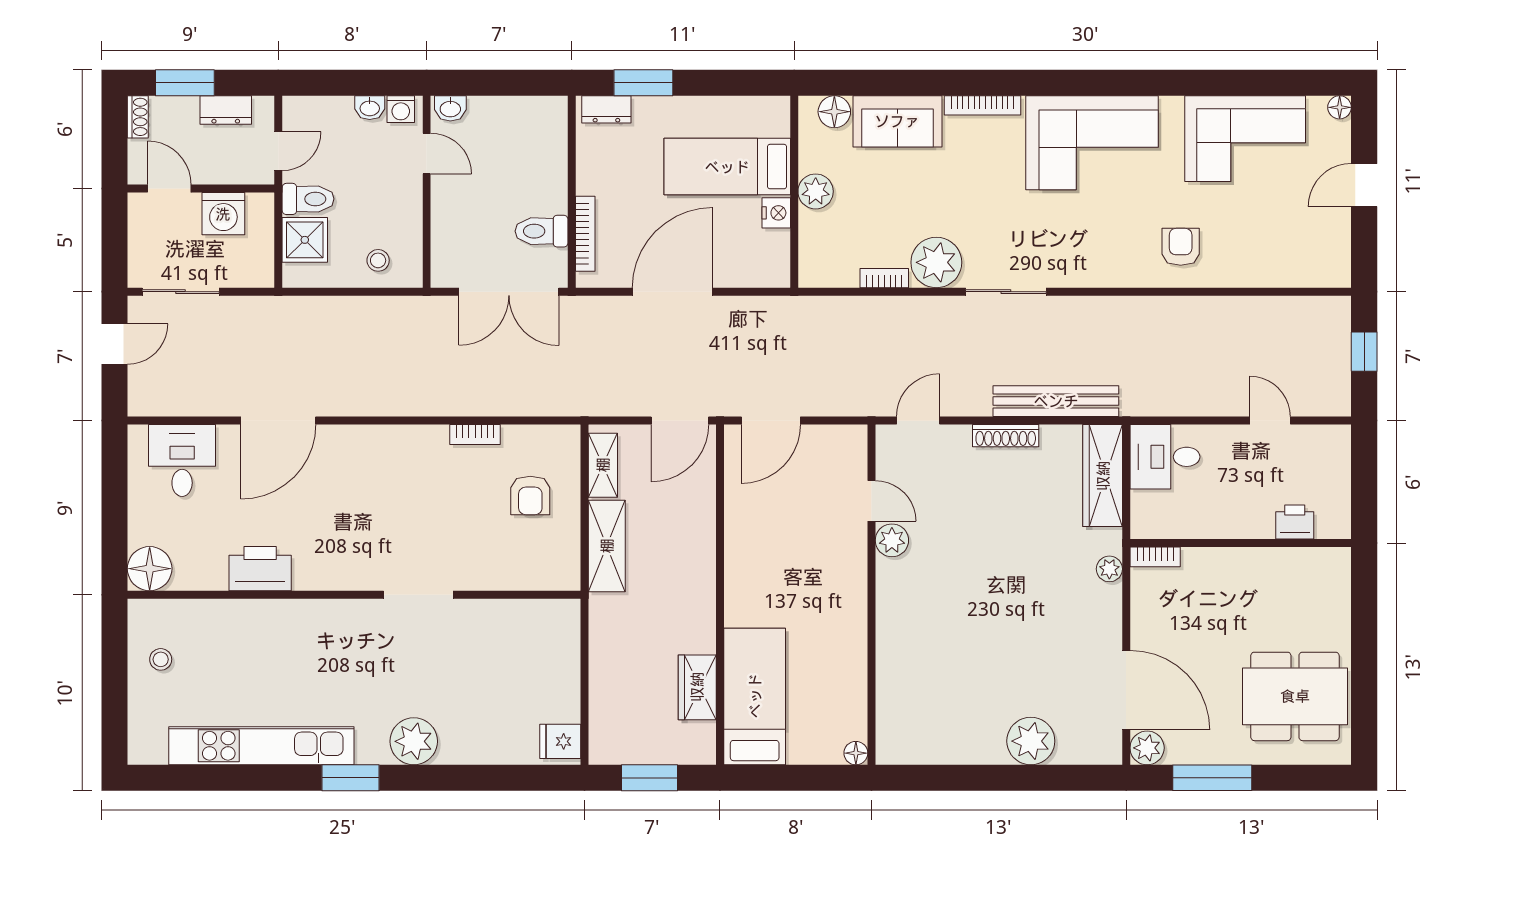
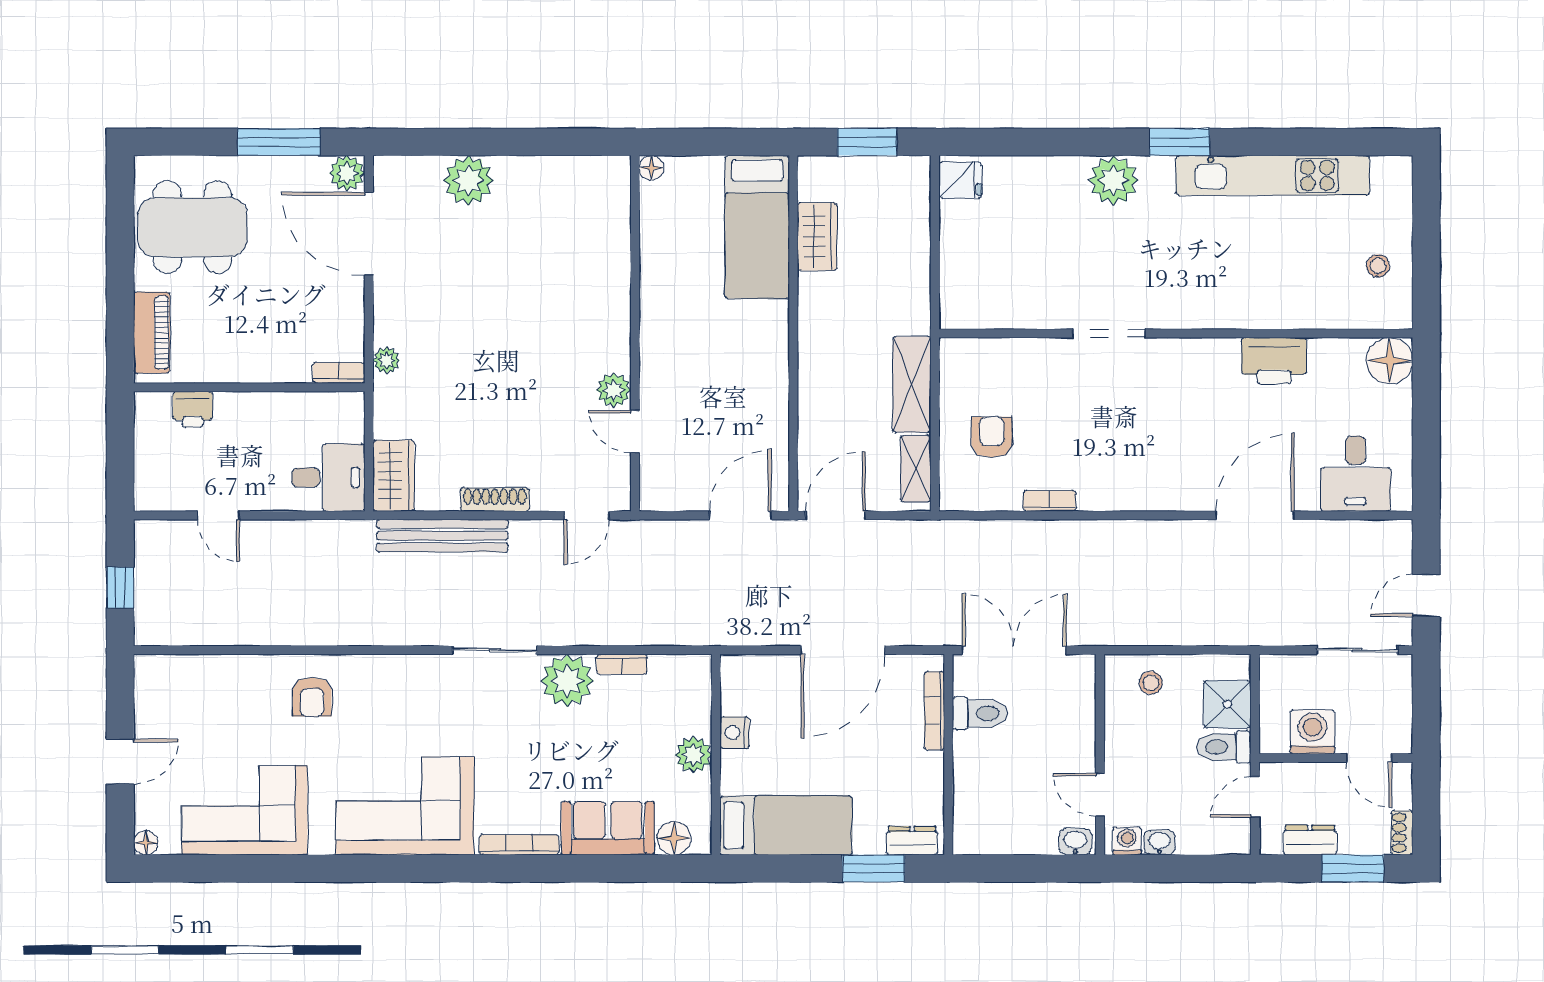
bed: (727, 167) -> (786, 825), moved
wardrobe: (1103, 476) -> (394, 476), width x0.67
piano: (1334, 595) -> (152, 333), added

